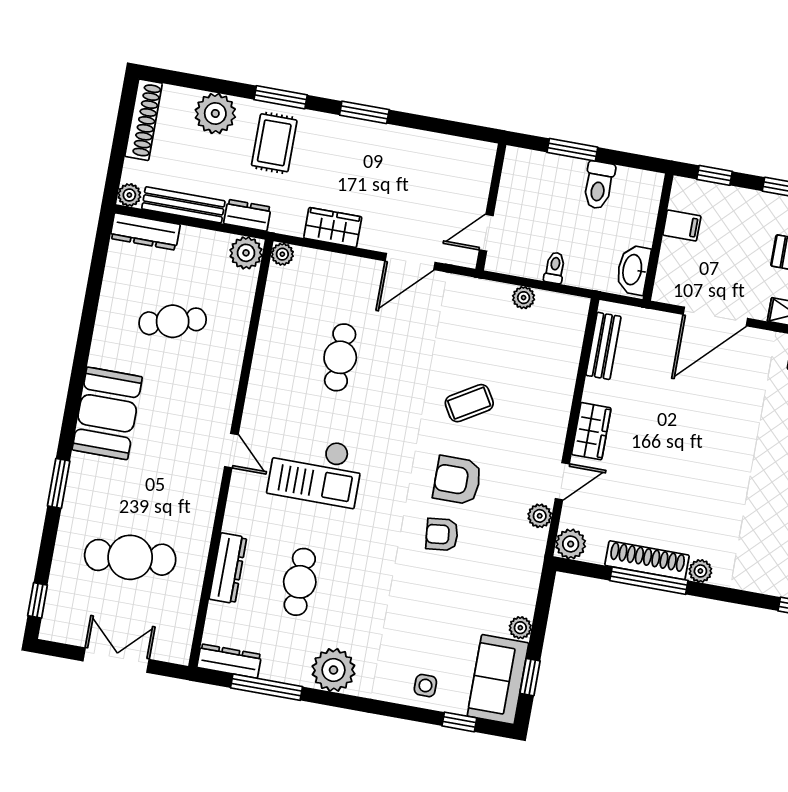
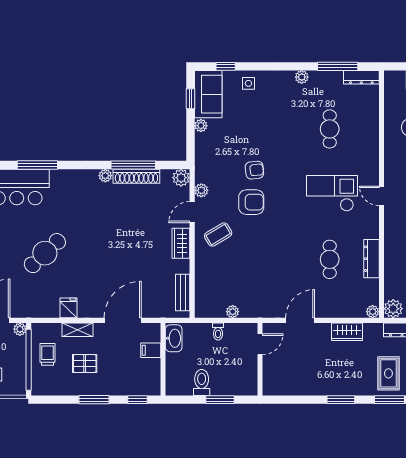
filing cabinet: (682, 225) -> (151, 350), moved
coffee table: (469, 403) -> (218, 235), moved
dresser: (228, 568) -> (371, 259), moved
plant: (334, 670) -> (302, 77), width x0.53, depth x0.53

